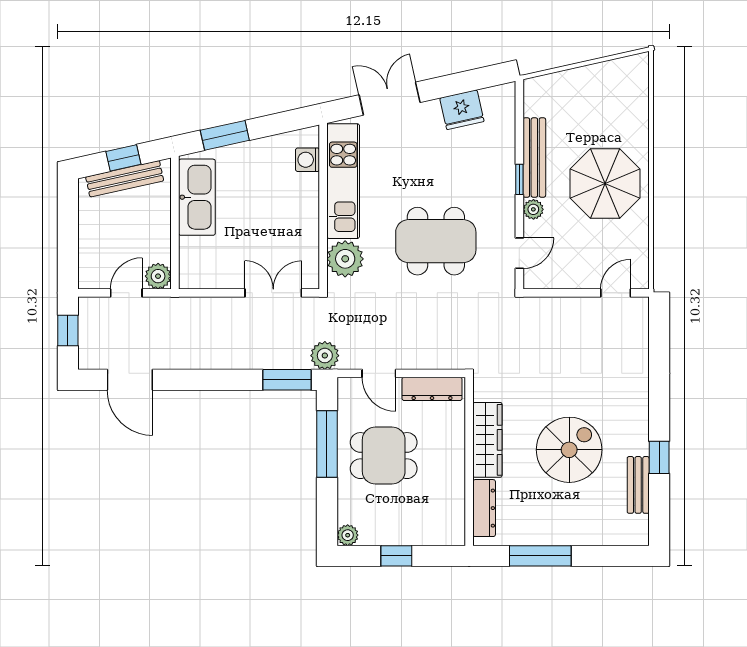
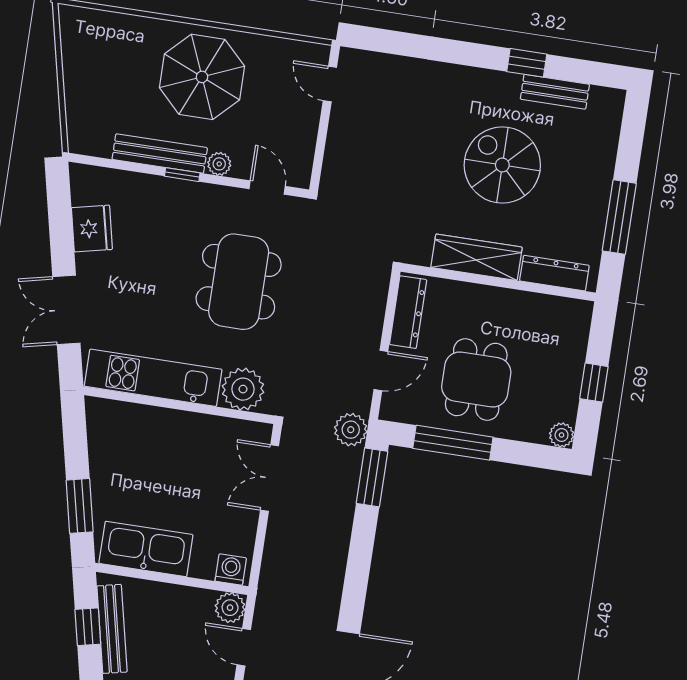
washing machine: (308, 160) -> (231, 570), moved, turned 180

